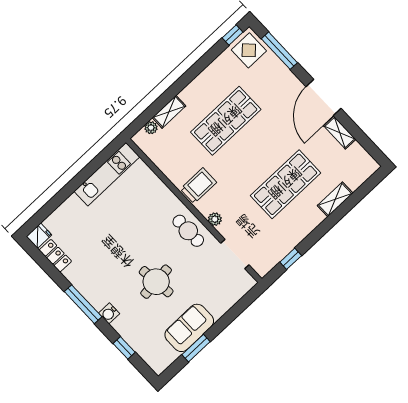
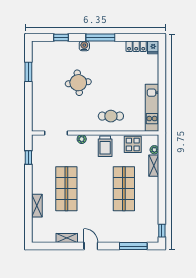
display table: (249, 50) -> (133, 144), moved
door: (324, 97) -> (91, 246), width x0.53
cafe table: (188, 231) -> (111, 116), moved
sofa: (189, 328) -> (41, 78), removed

